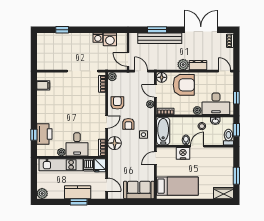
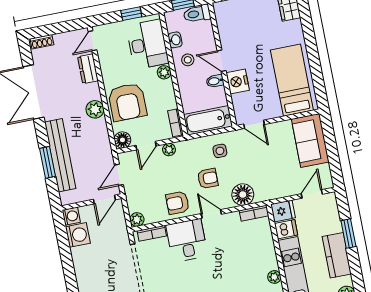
washing machine: (98, 38) -> (71, 216), moved
dresser: (198, 65) -> (88, 69), moved
armchair: (184, 85) -> (127, 102), turned 180
desk: (77, 144) -> (187, 240), moved, turned -90
kitchen counter: (78, 192) -> (337, 255), moved

